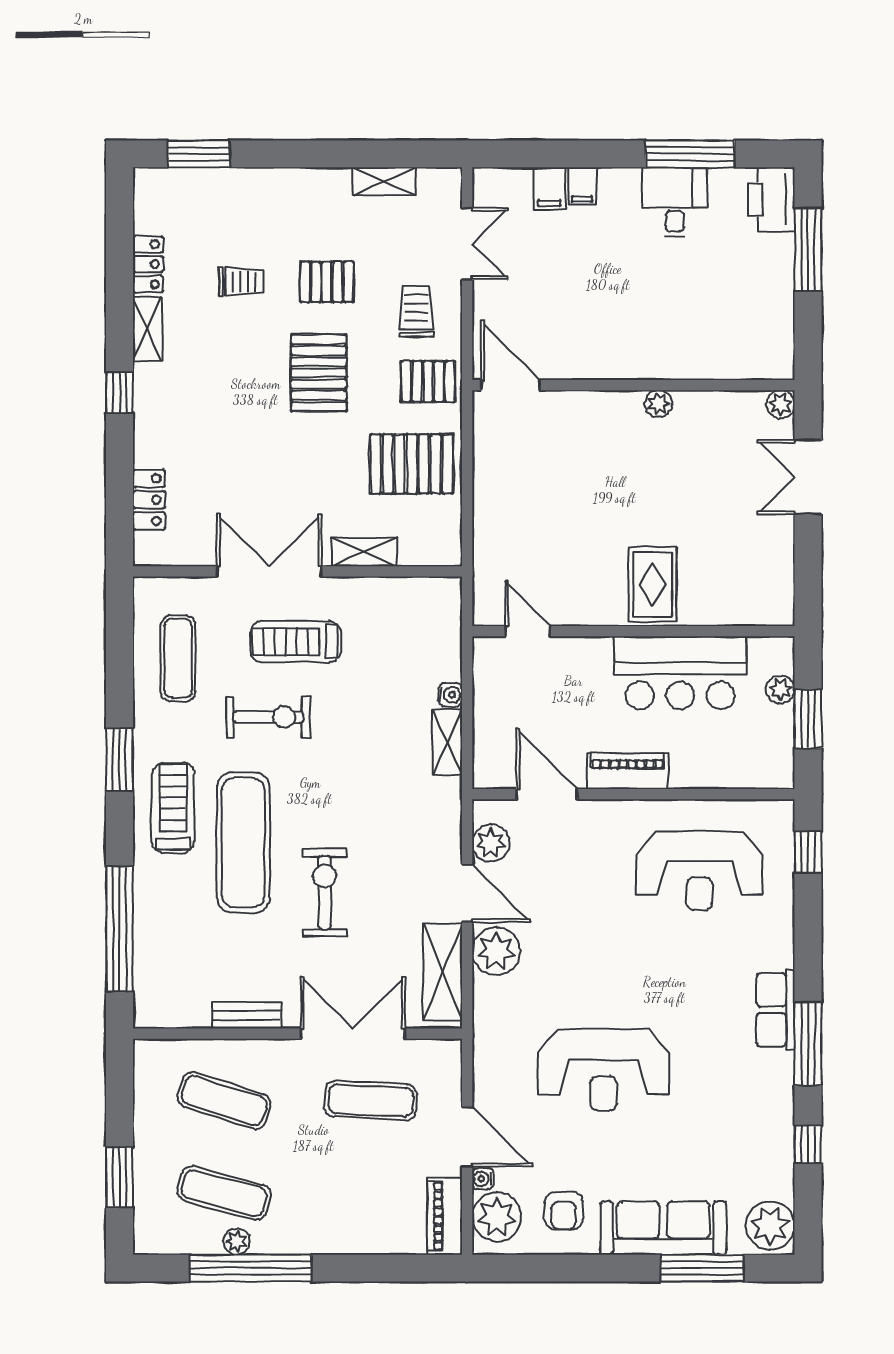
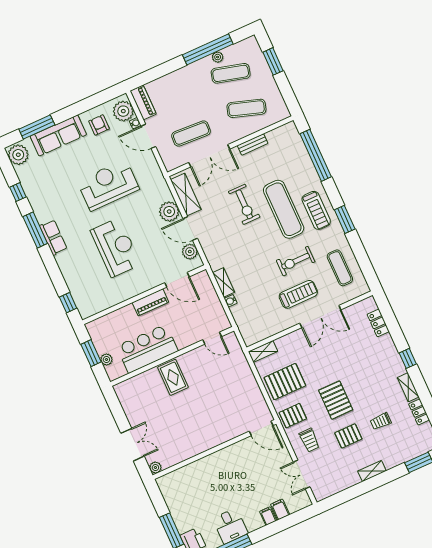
shelving: (384, 181) -> (372, 471), moved
plant: (658, 404) -> (202, 447), removed
shelving: (365, 552) -> (263, 351), moved
reception desk: (699, 871) -> (116, 247), moved, turned 90

